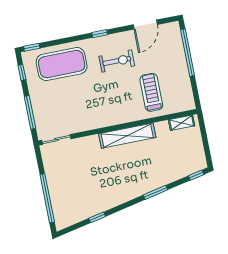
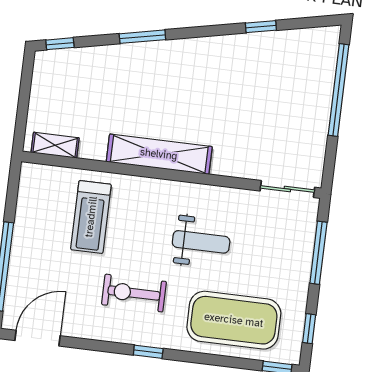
door: (145, 25) -> (38, 338), moved
weight bench: (91, 98) -> (201, 242), added

